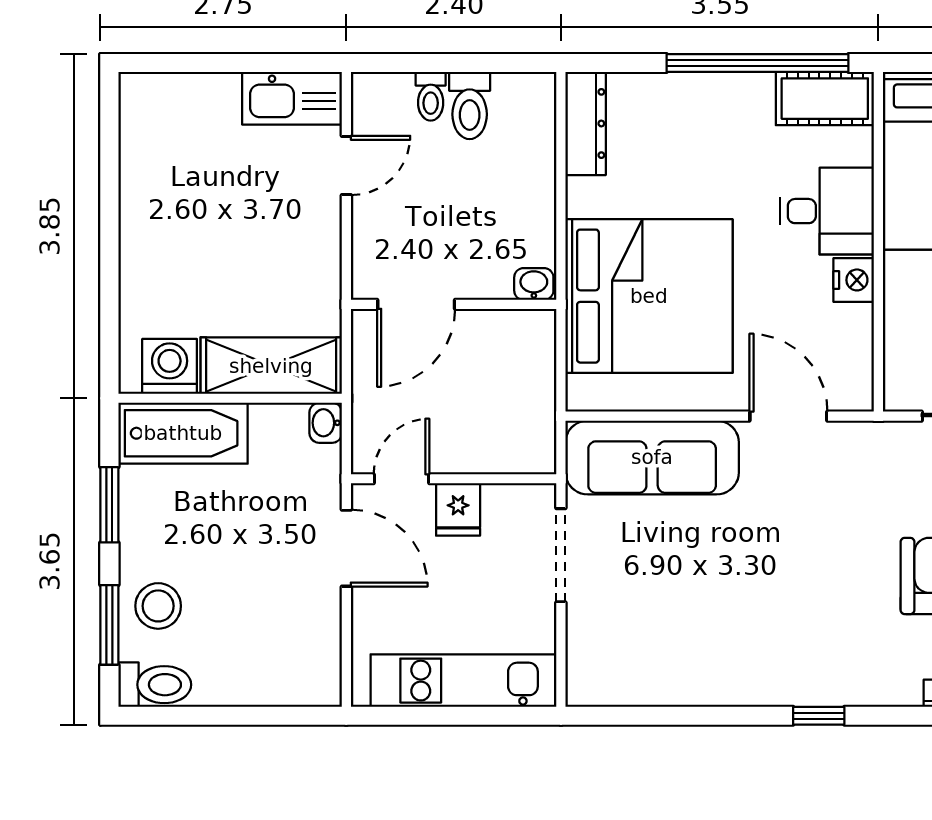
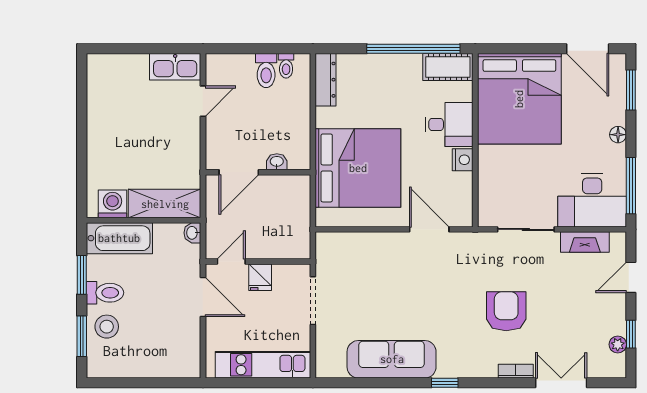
toilet: (431, 96) -> (286, 66), moved
washbasin: (534, 284) -> (277, 162), moved
sofa: (652, 457) -> (392, 359), moved, turned 180
toilet: (155, 685) -> (105, 293), moved

